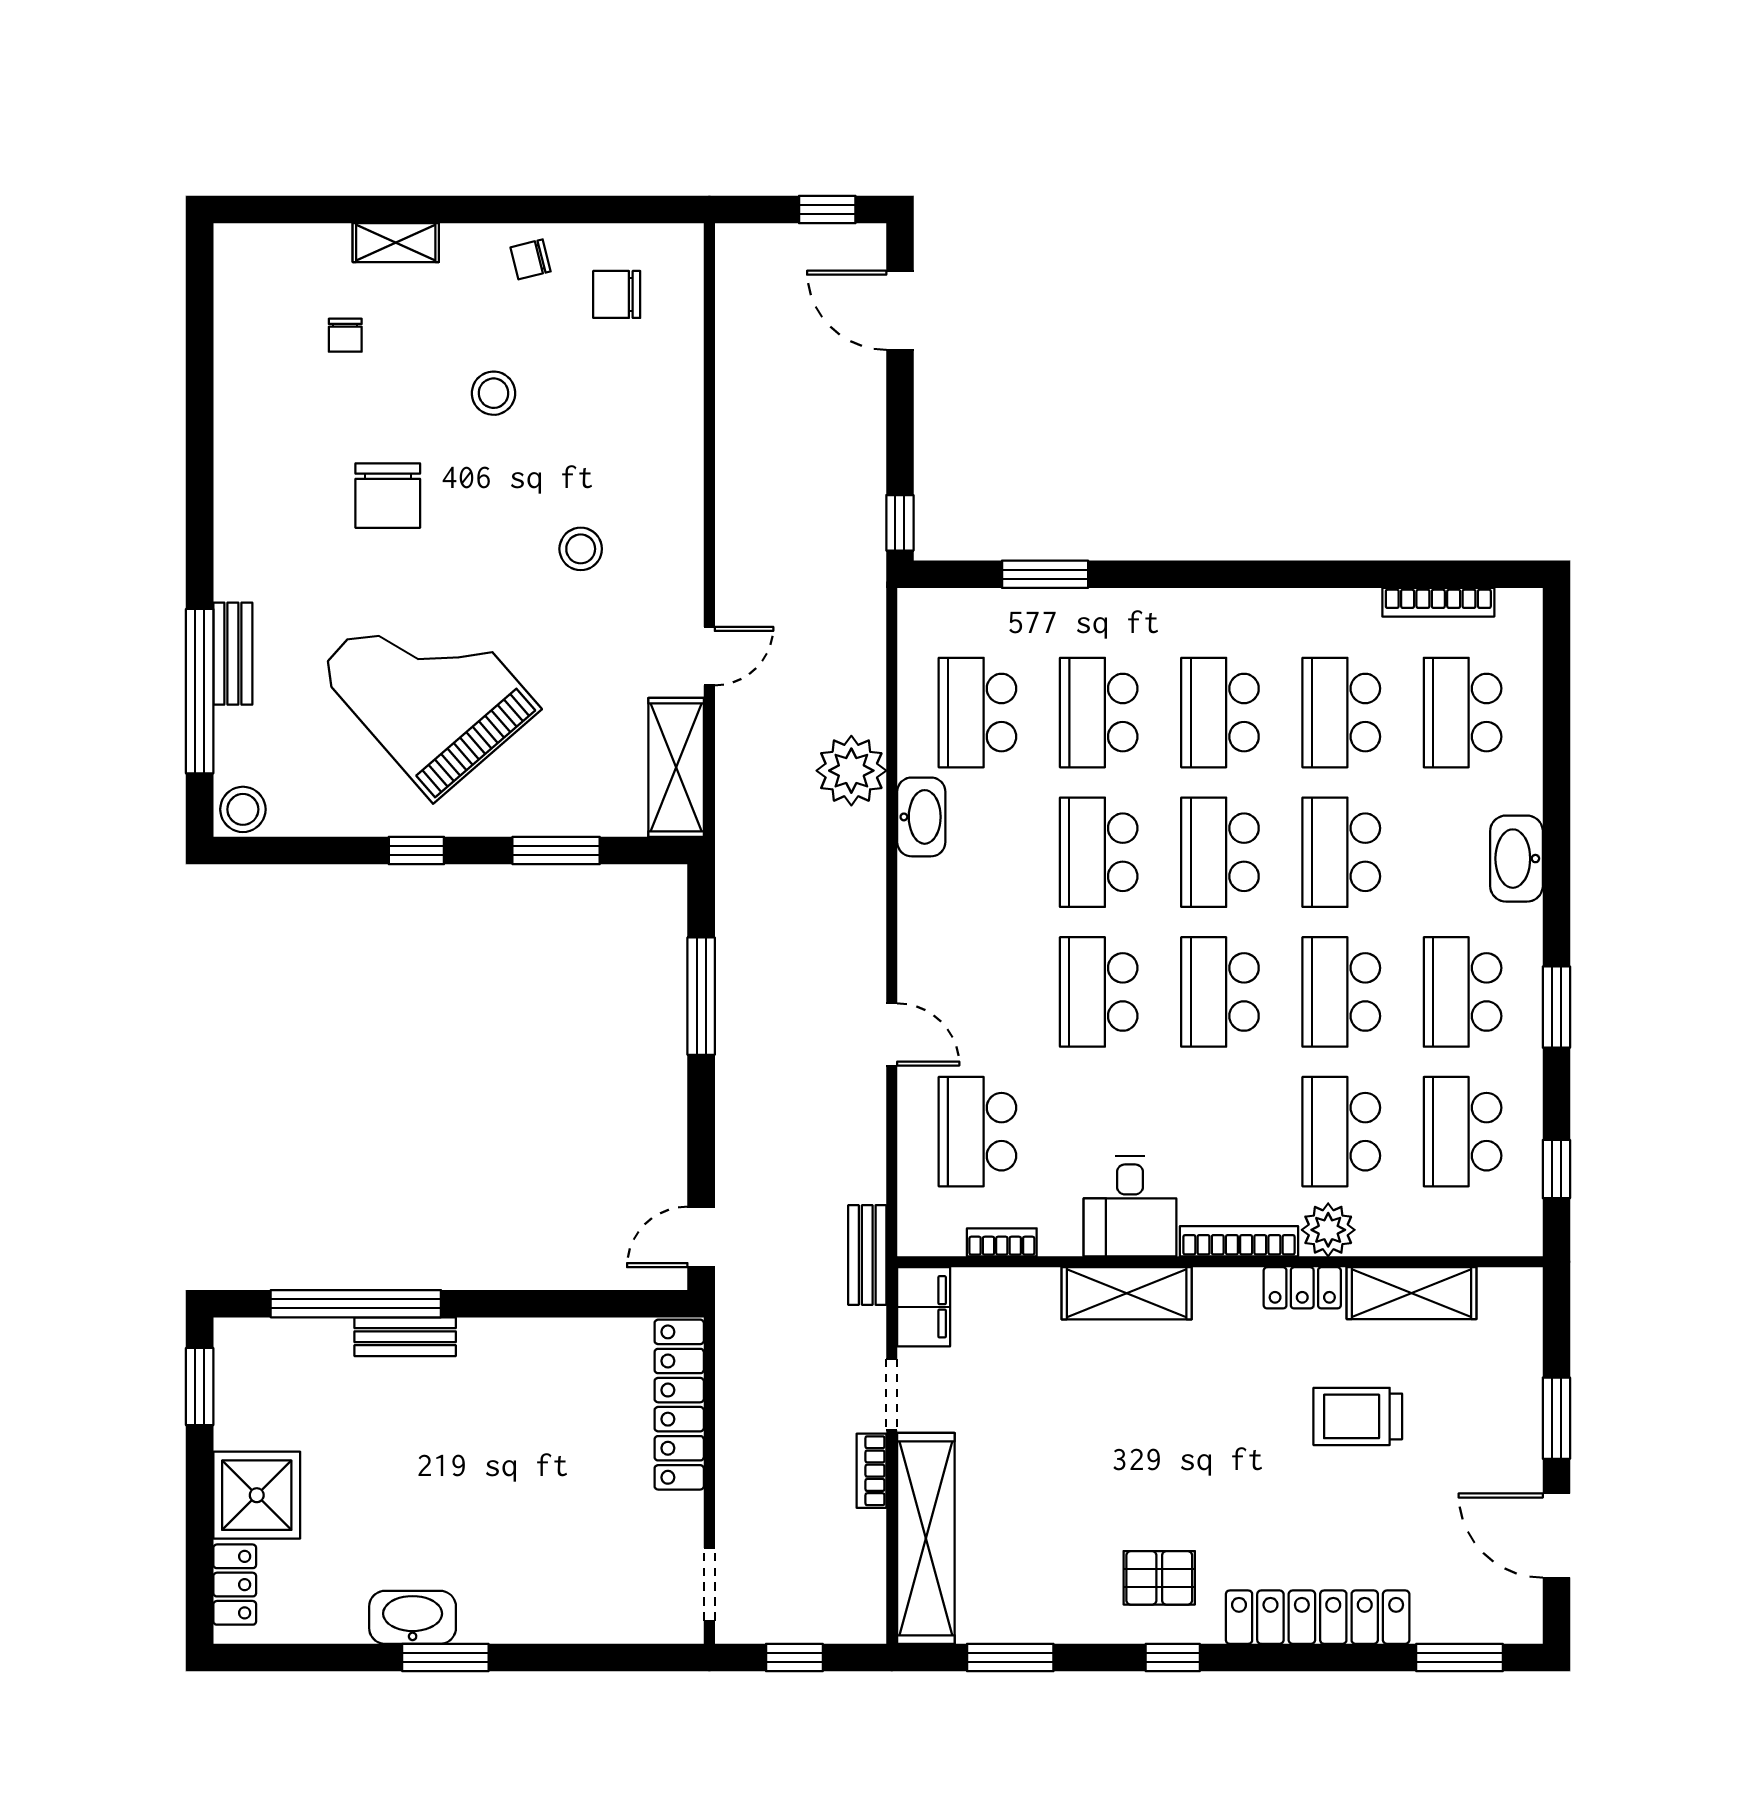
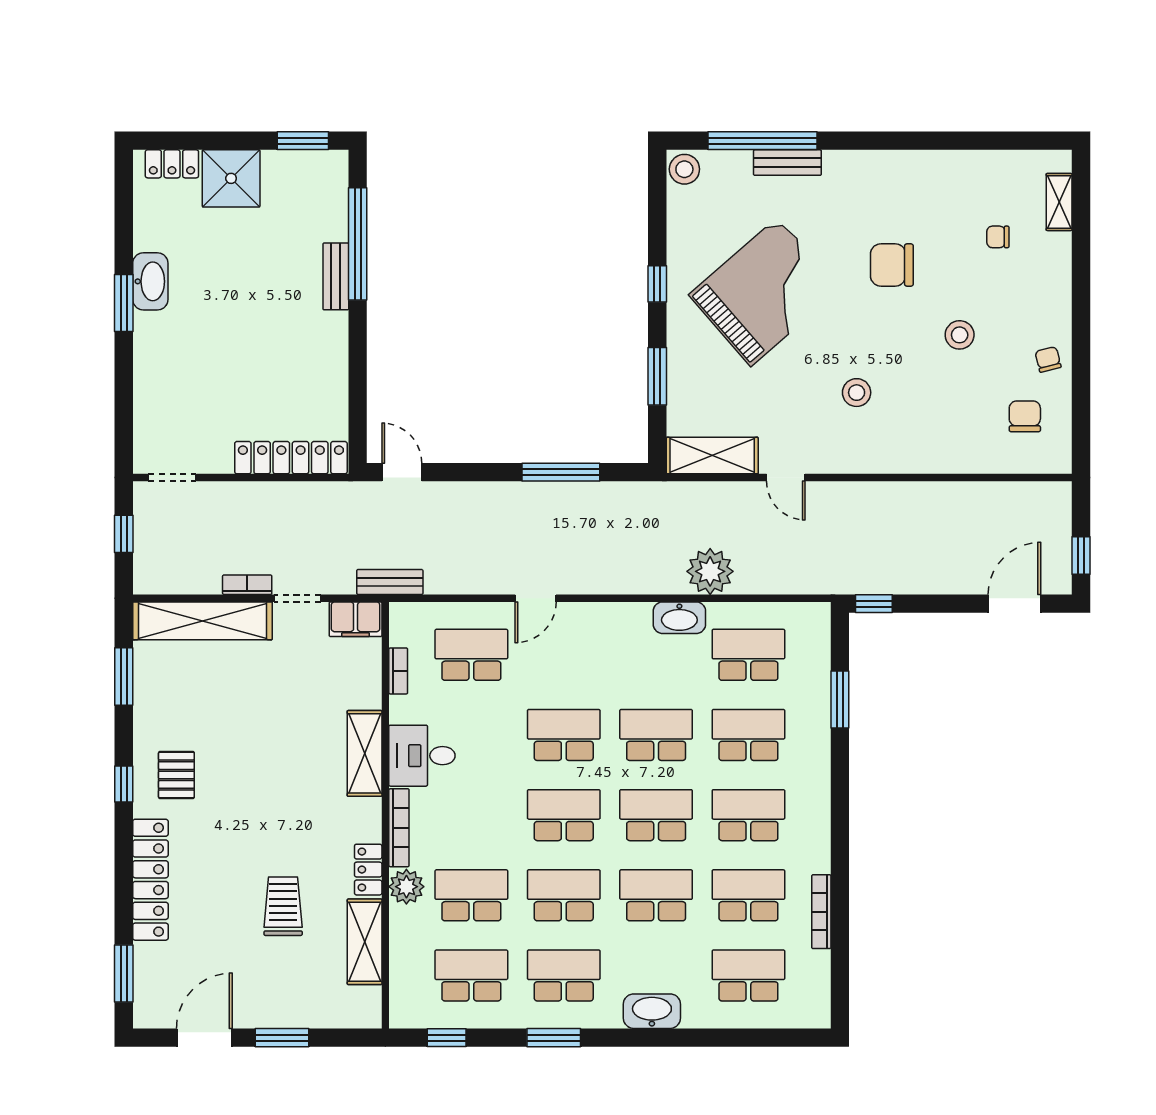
shelving: (396, 243) -> (1059, 202), moved
bookcase: (1438, 602) -> (821, 912), moved

